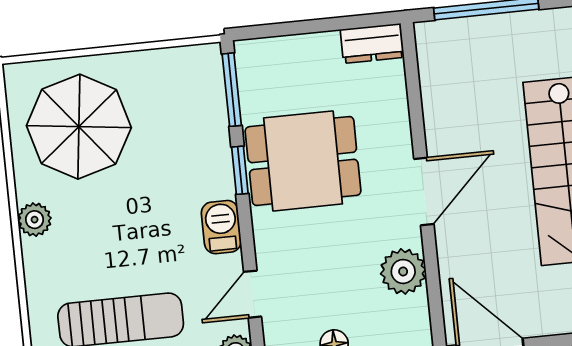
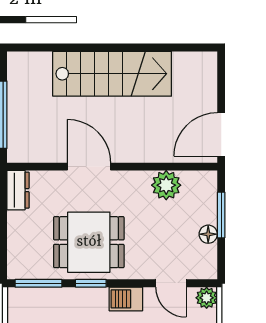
dining table: (303, 161) -> (89, 242), turned 90
door: (424, 192) -> (89, 167), moved

